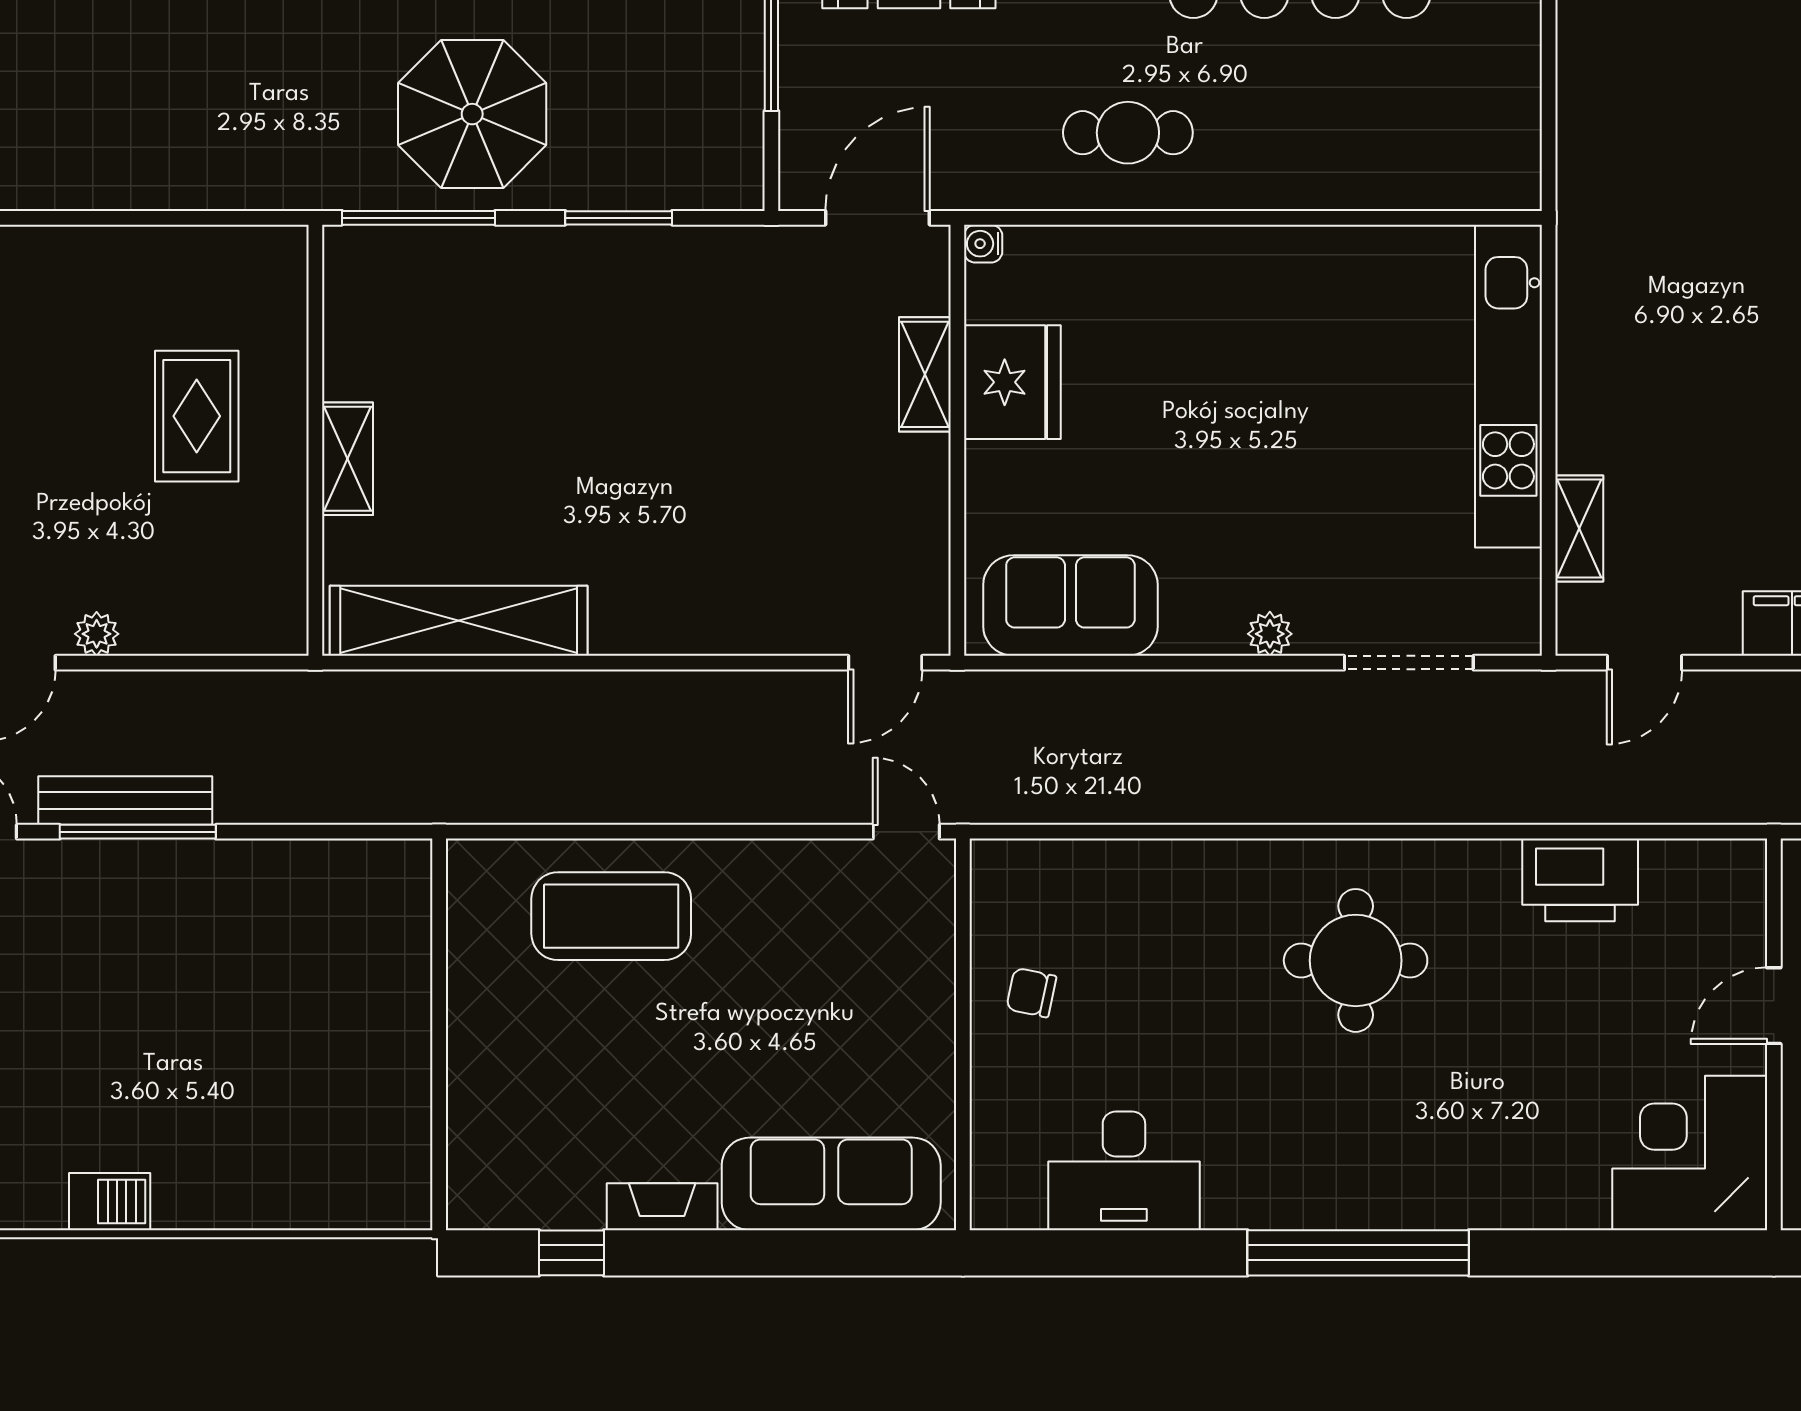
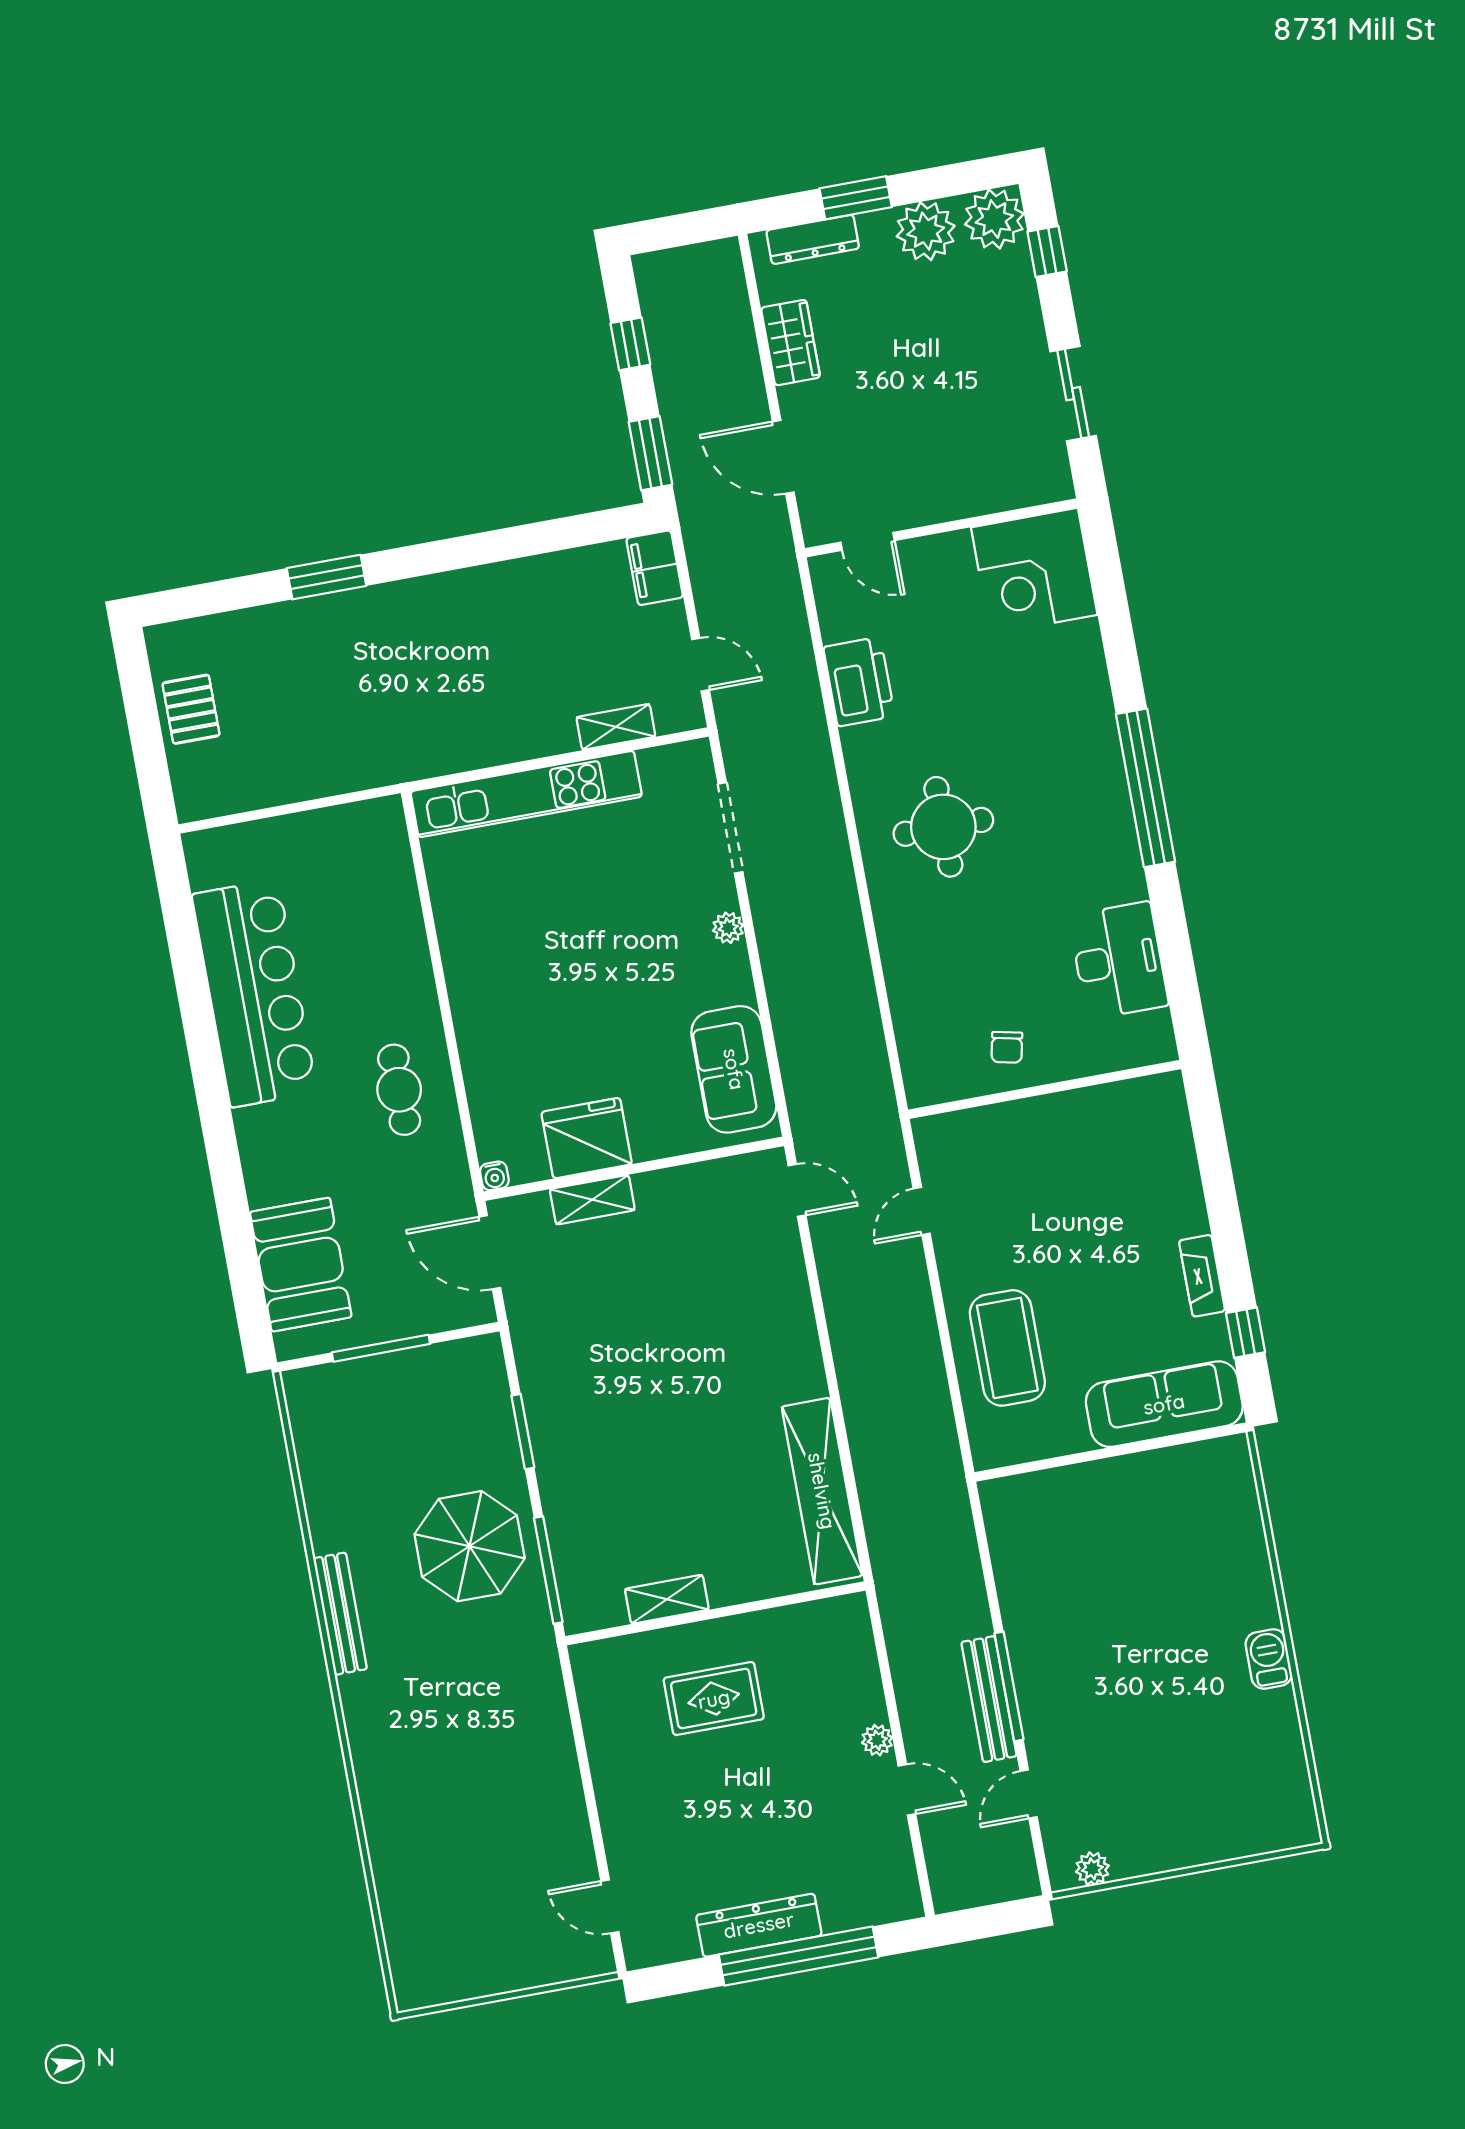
shelving: (347, 459) -> (667, 1599), moved
door: (906, 832) -> (922, 1211), moved
door: (1774, 1006) -> (868, 541), moved
sofa: (831, 1184) -> (1164, 1404), moved, turned 90

